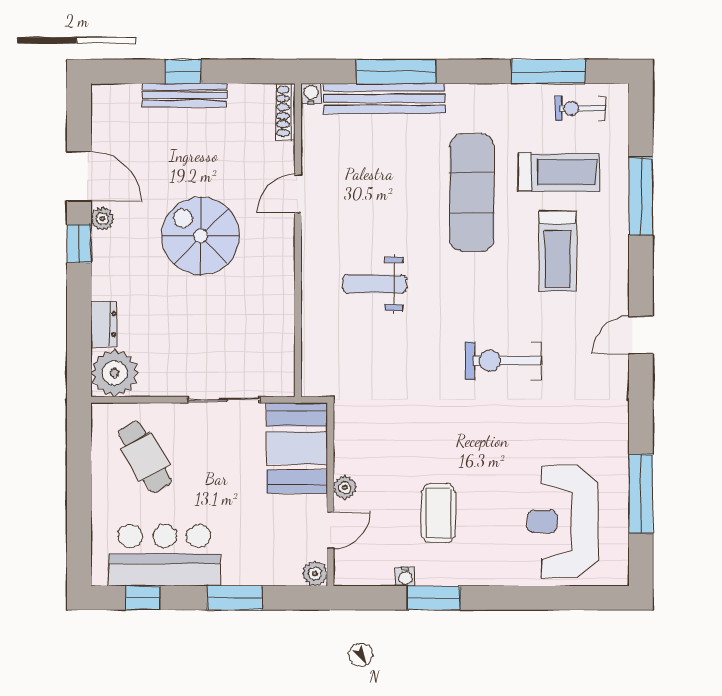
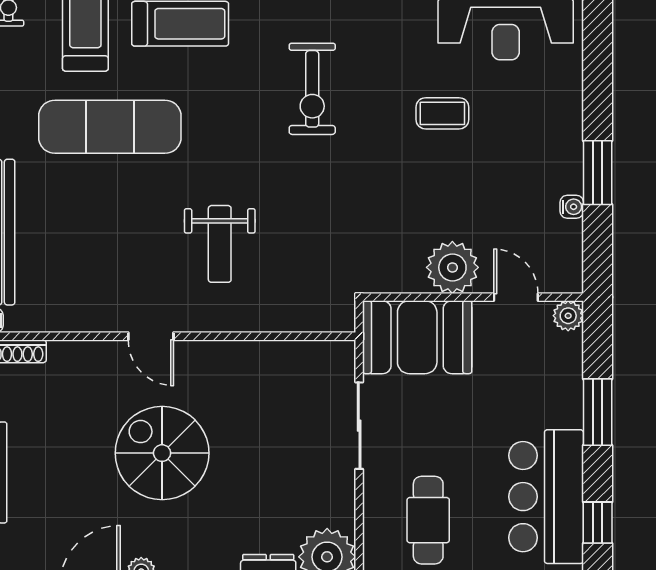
door: (298, 194) -> (151, 336), moved
spiral stairs: (201, 236) -> (162, 453), turned 90
cafe table: (145, 457) -> (428, 520), turned -61
plant: (345, 487) -> (452, 267), width x1.87, depth x1.87
coffee table: (438, 513) -> (442, 113), moved, width x0.73, depth x0.77

